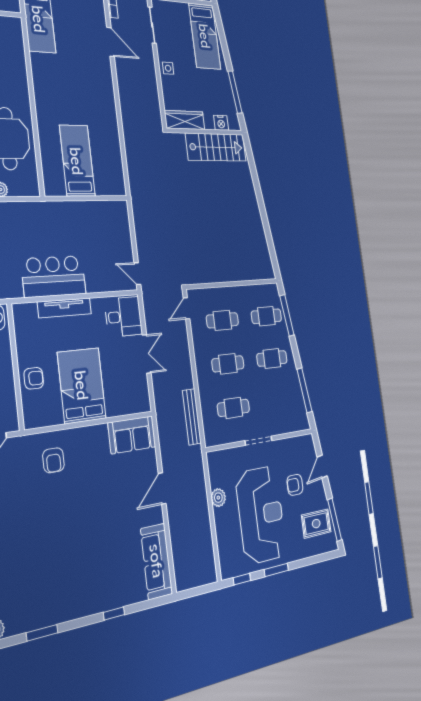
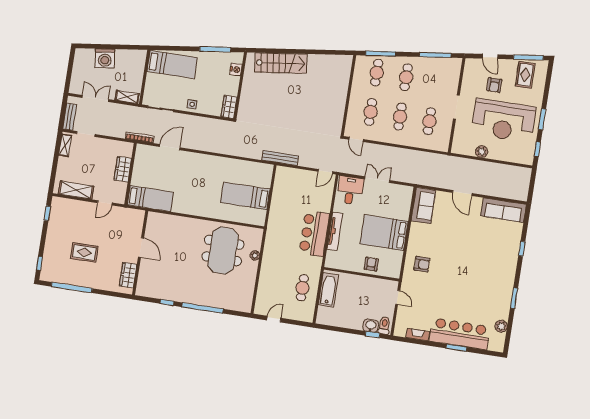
wardrobe: (185, 120) -> (229, 107), width x0.67
stairs: (216, 147) -> (281, 63), moved, turned 83
bench: (192, 417) -> (280, 158), moved
reception desk: (261, 515) -> (504, 120), turned 180

